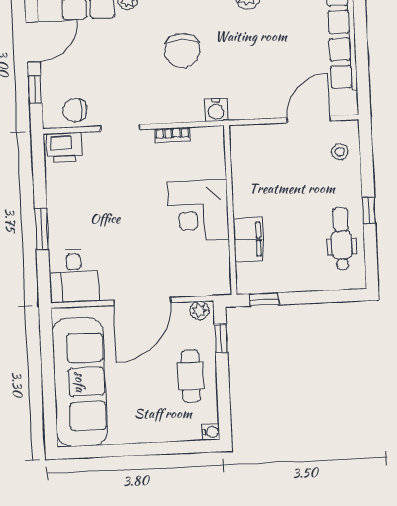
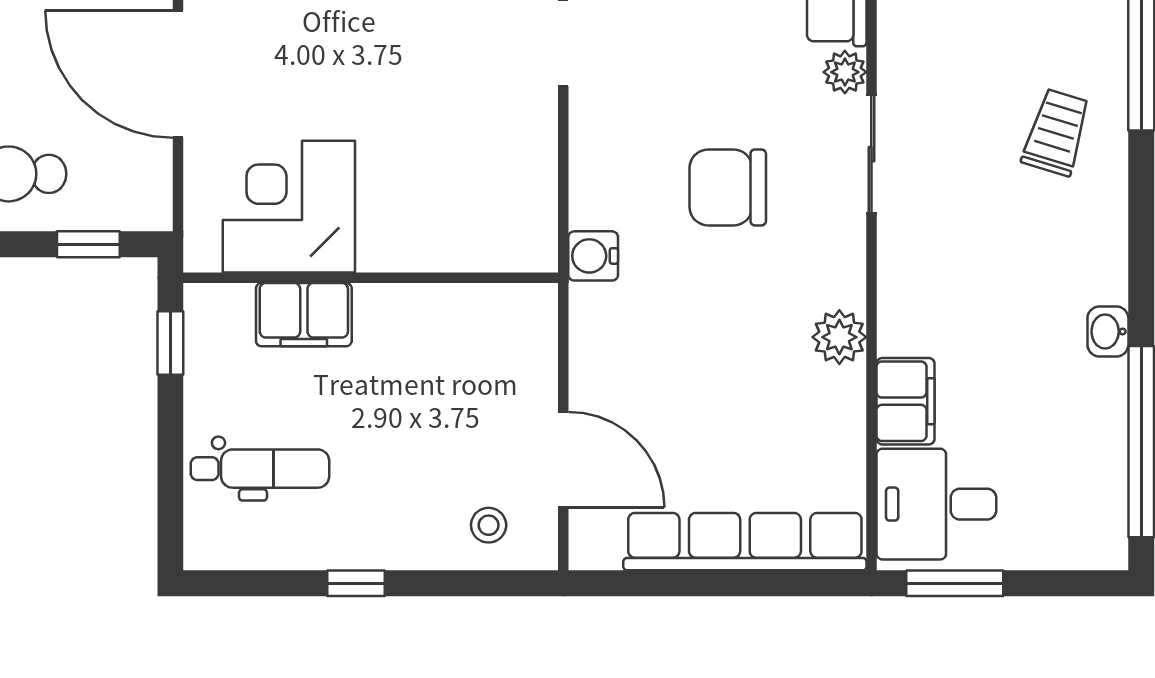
bookcase: (172, 135) -> (543, 157), removed
corner desk: (198, 210) -> (289, 207), moved
dental chair: (341, 239) -> (260, 469), moved
plant: (200, 310) -> (152, 200), removed

